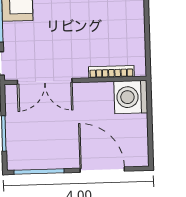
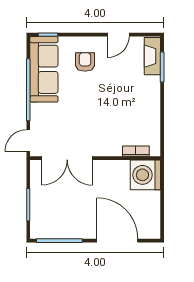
bookcase: (111, 72) -> (136, 151), width x0.64

